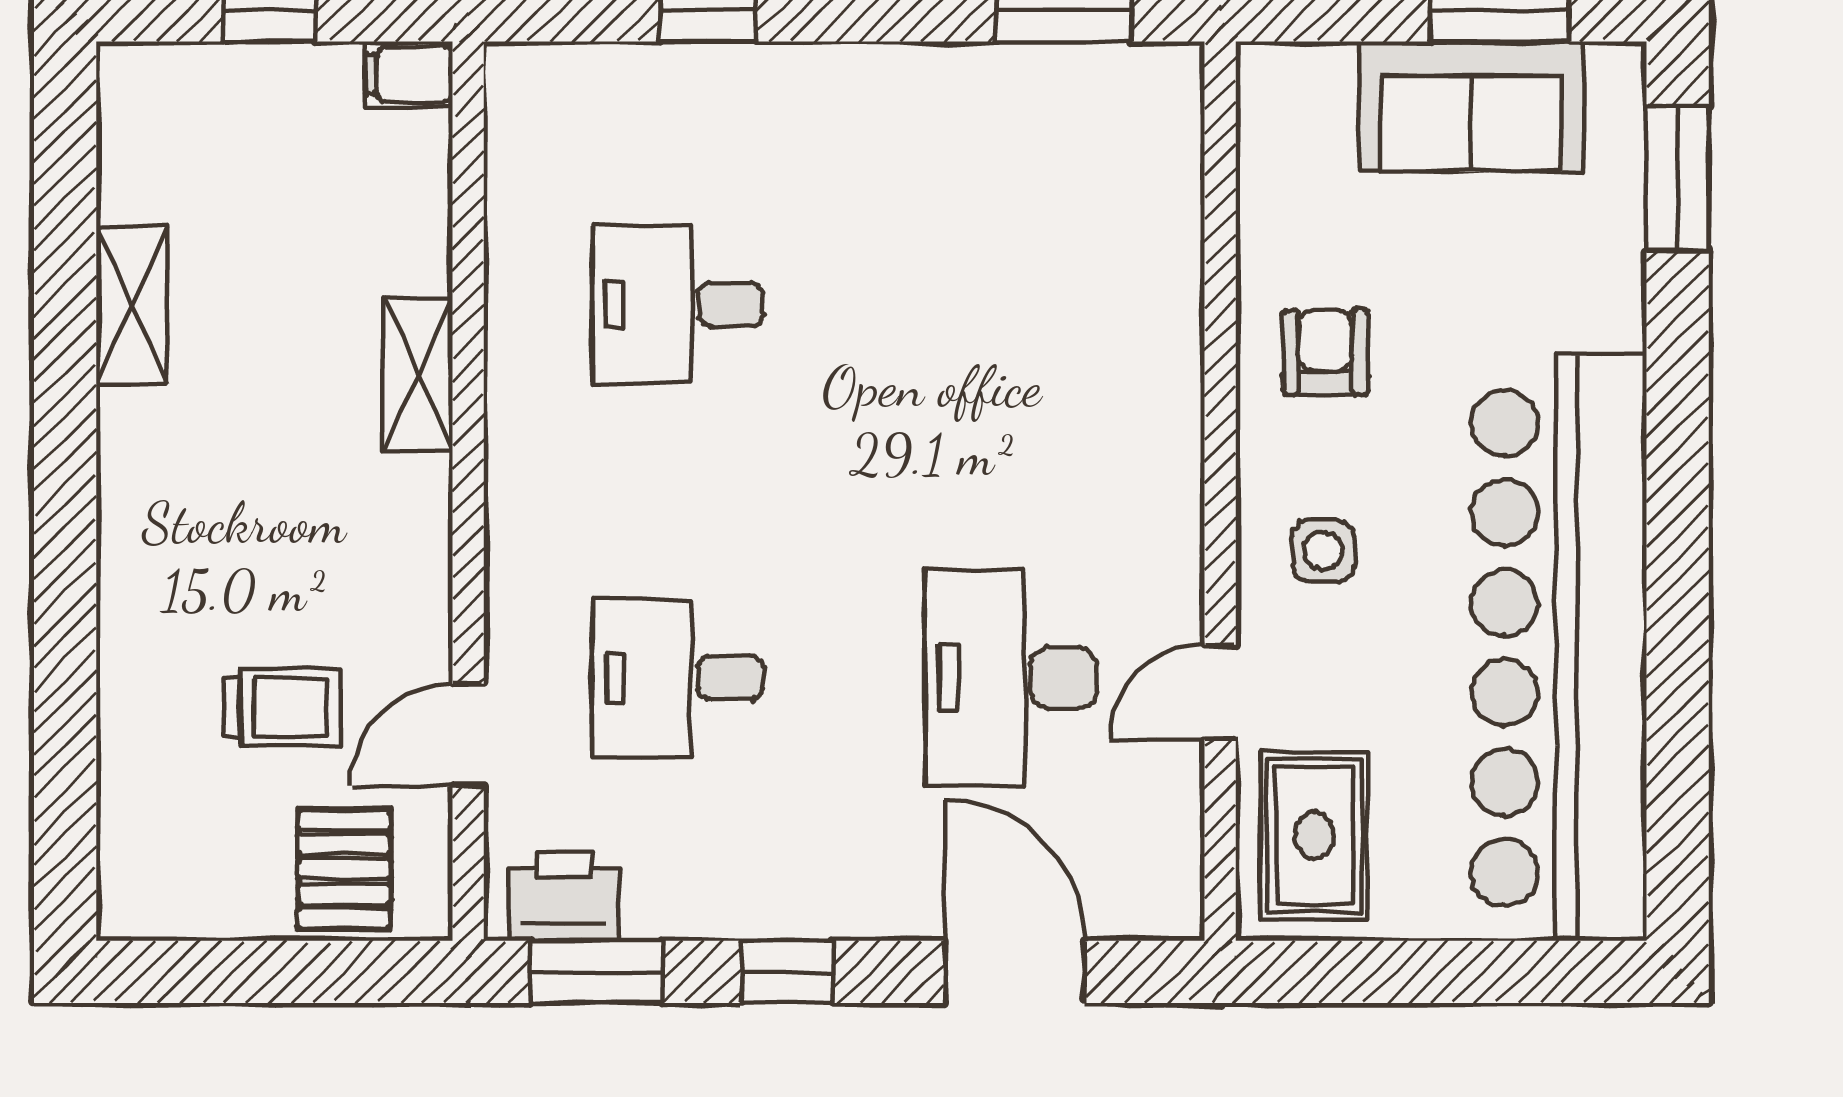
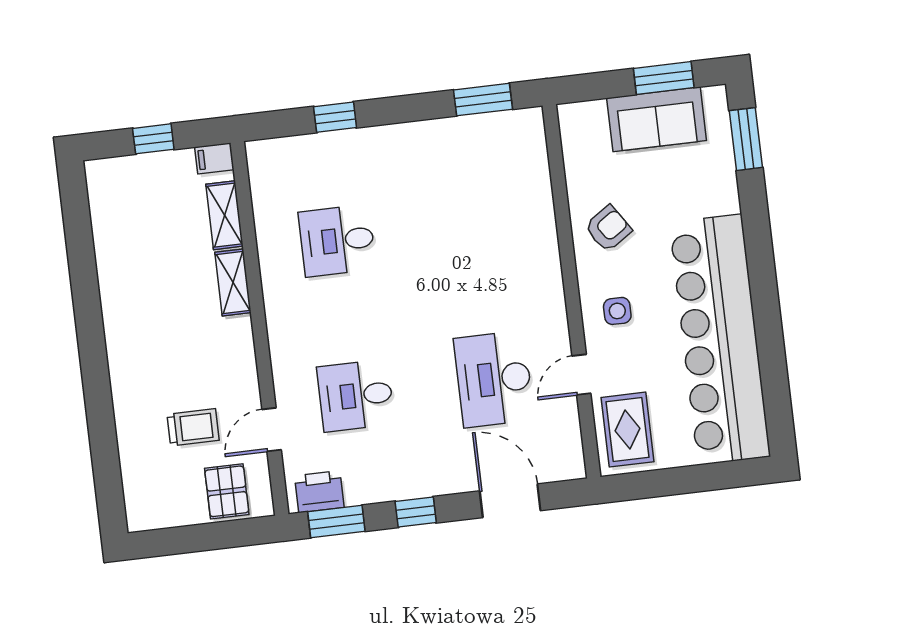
shelving: (132, 304) -> (224, 215), moved
armchair: (1325, 352) -> (608, 228), turned 56

